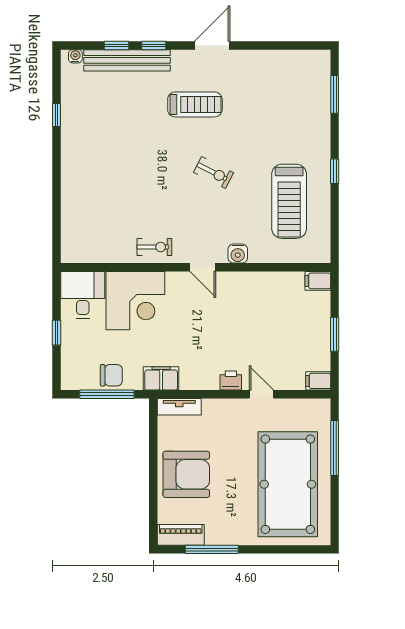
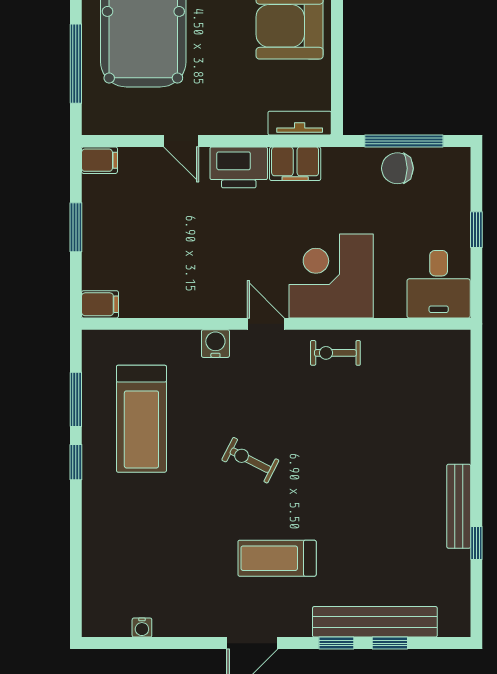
water cooler: (75, 56) -> (142, 628), moved
window: (335, 94) -> (76, 399), moved
bench: (69, 141) -> (459, 506), added
treadmill: (289, 201) -> (141, 419), turned 180
corner desk: (135, 301) -> (331, 276), moved
filing cabinet: (161, 378) -> (295, 164), moved
printer: (231, 381) -> (239, 167), width x1.87, depth x1.48

